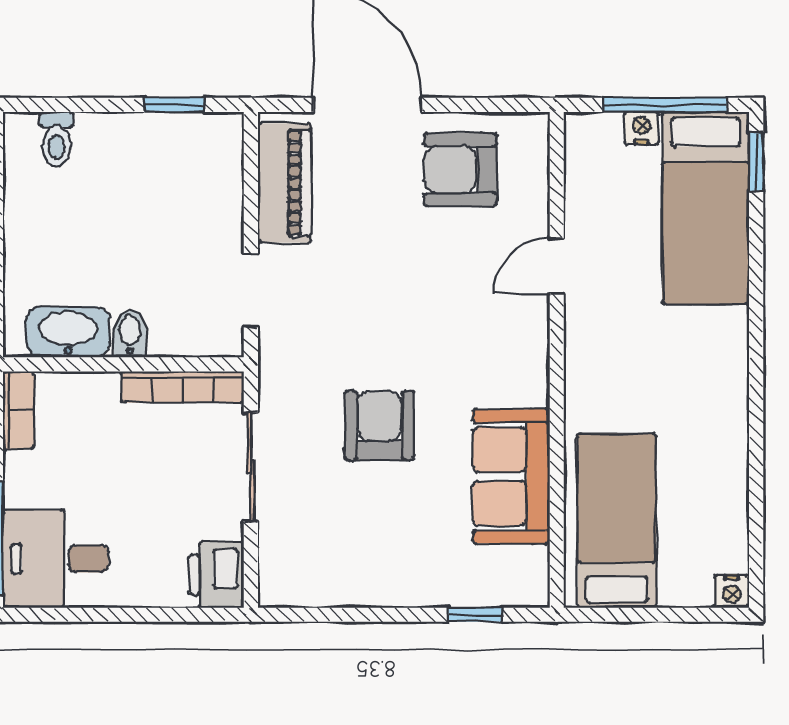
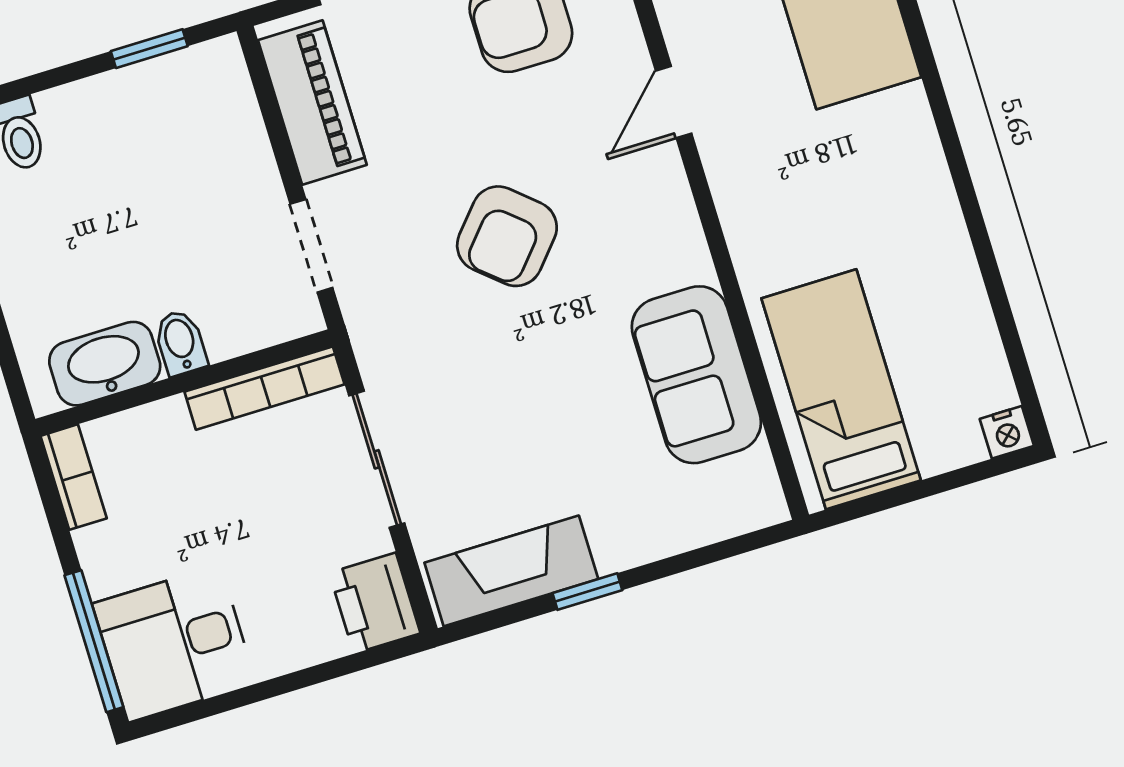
armchair: (379, 425) -> (507, 236), moved, turned -139
fireplace: (326, 582) -> (511, 571), added
window: (475, 615) -> (587, 592), moved

